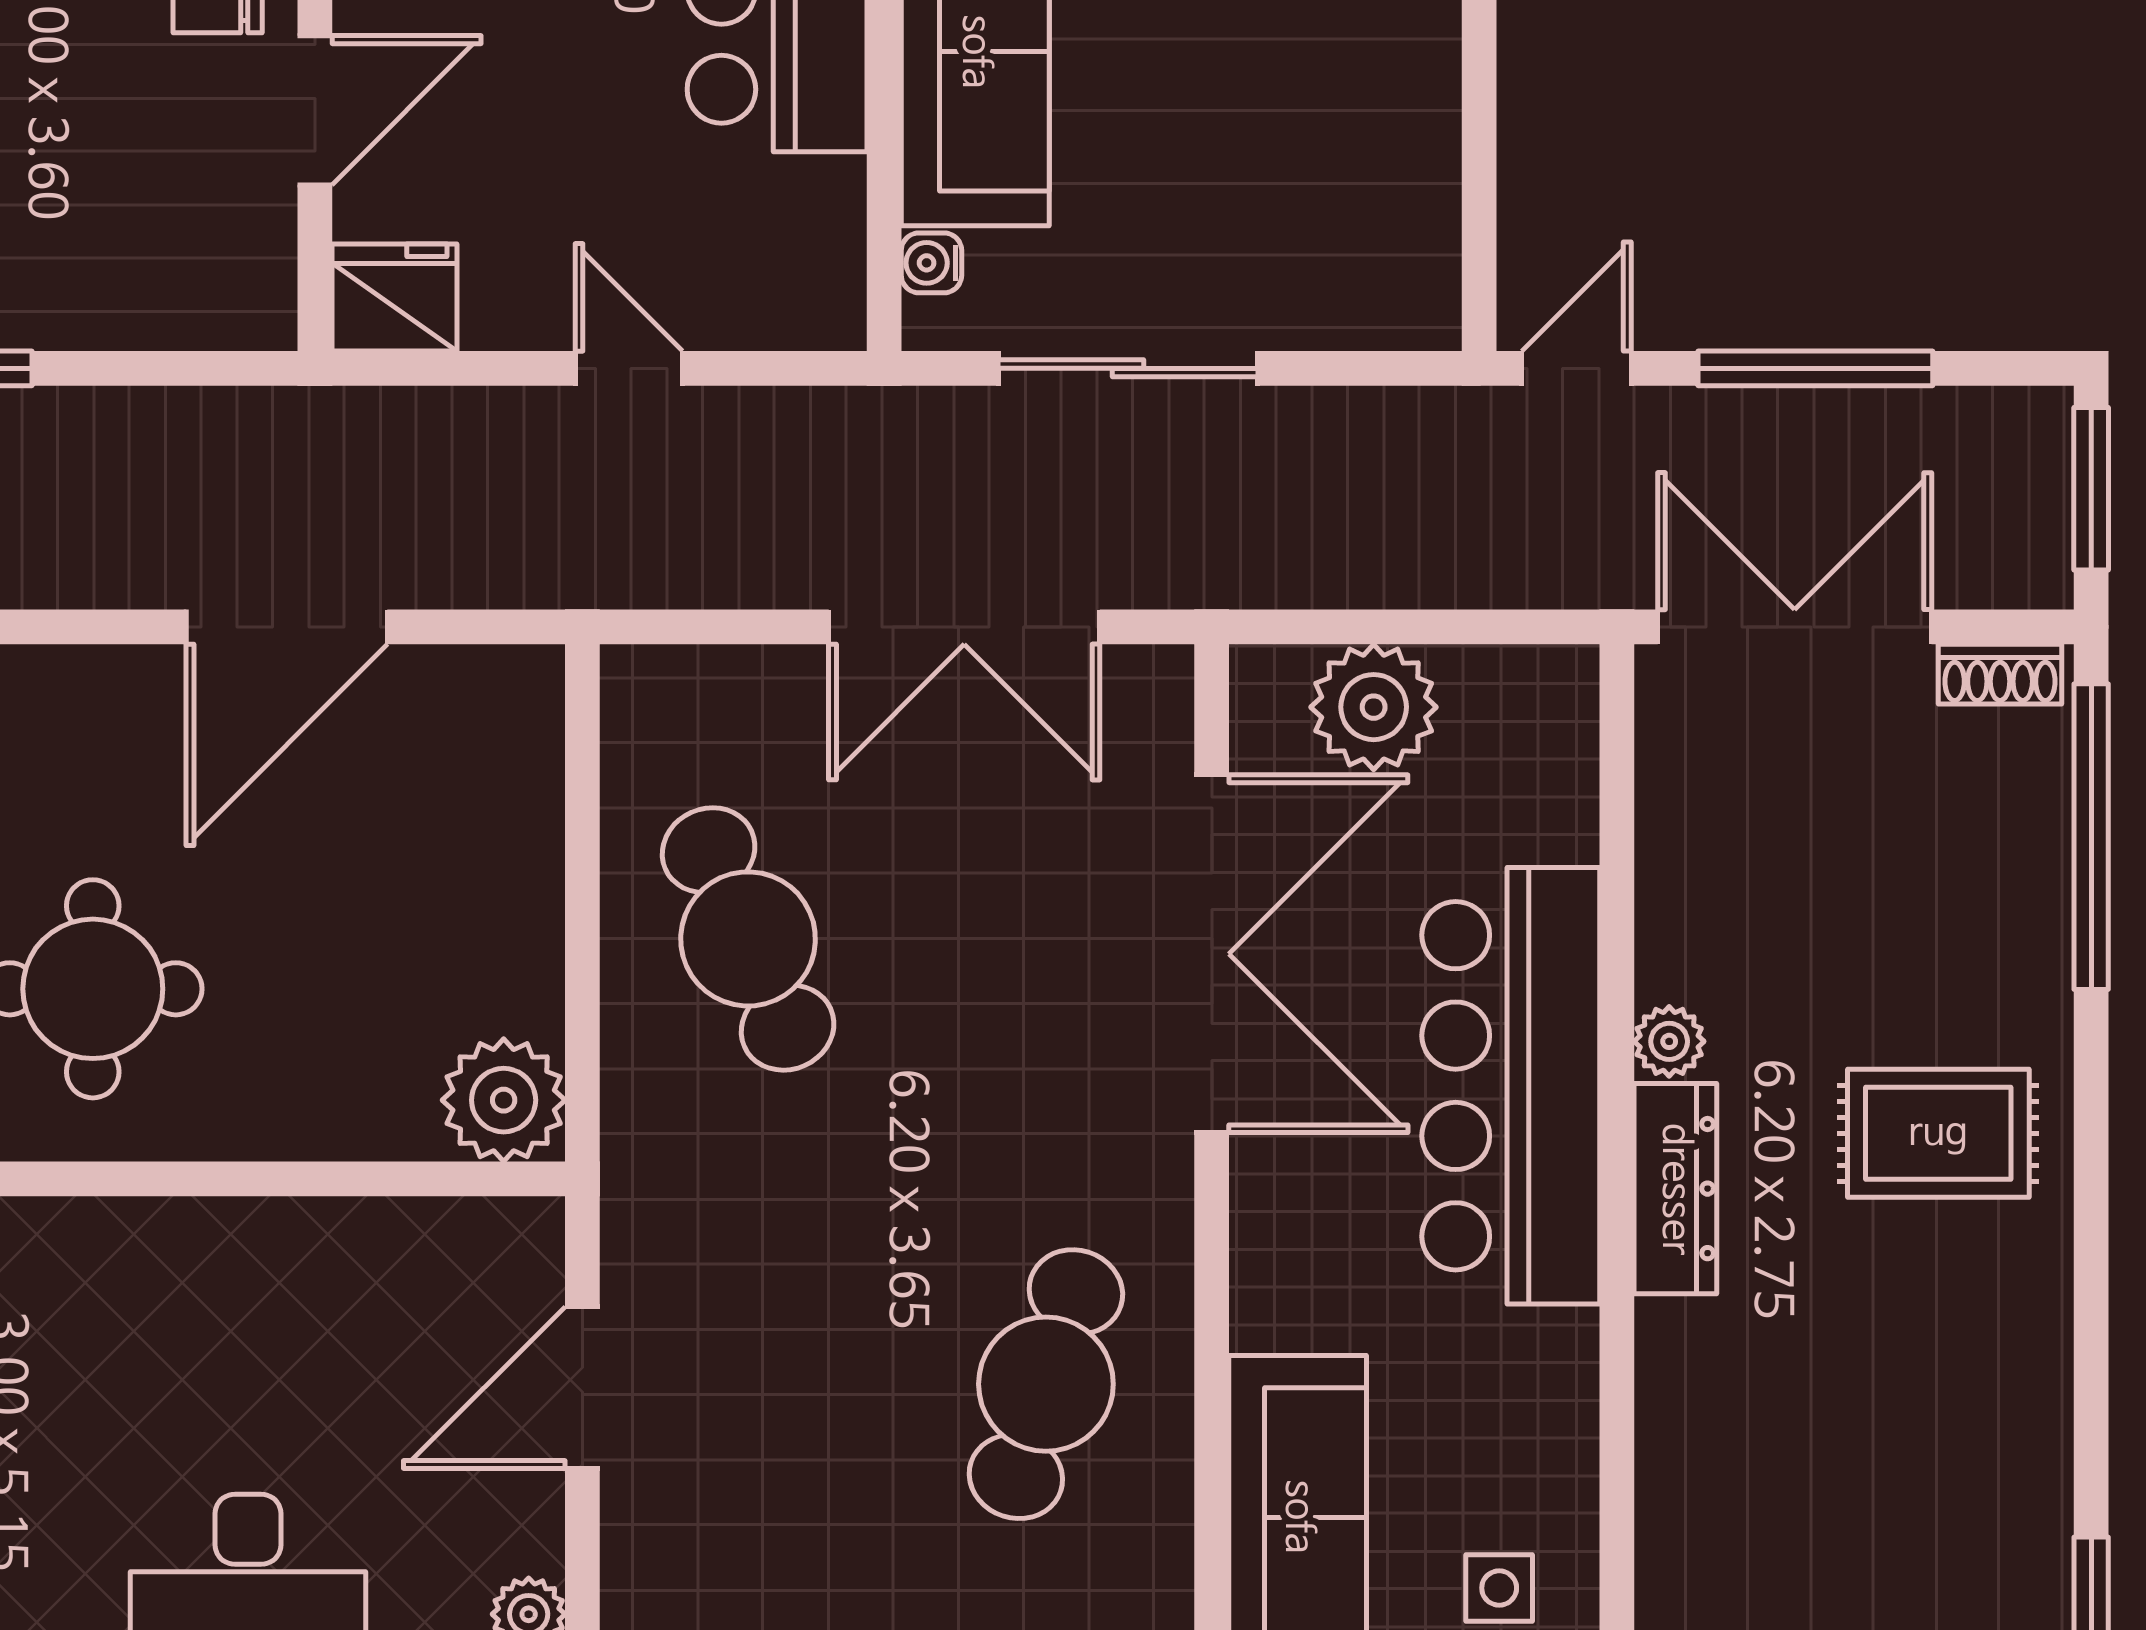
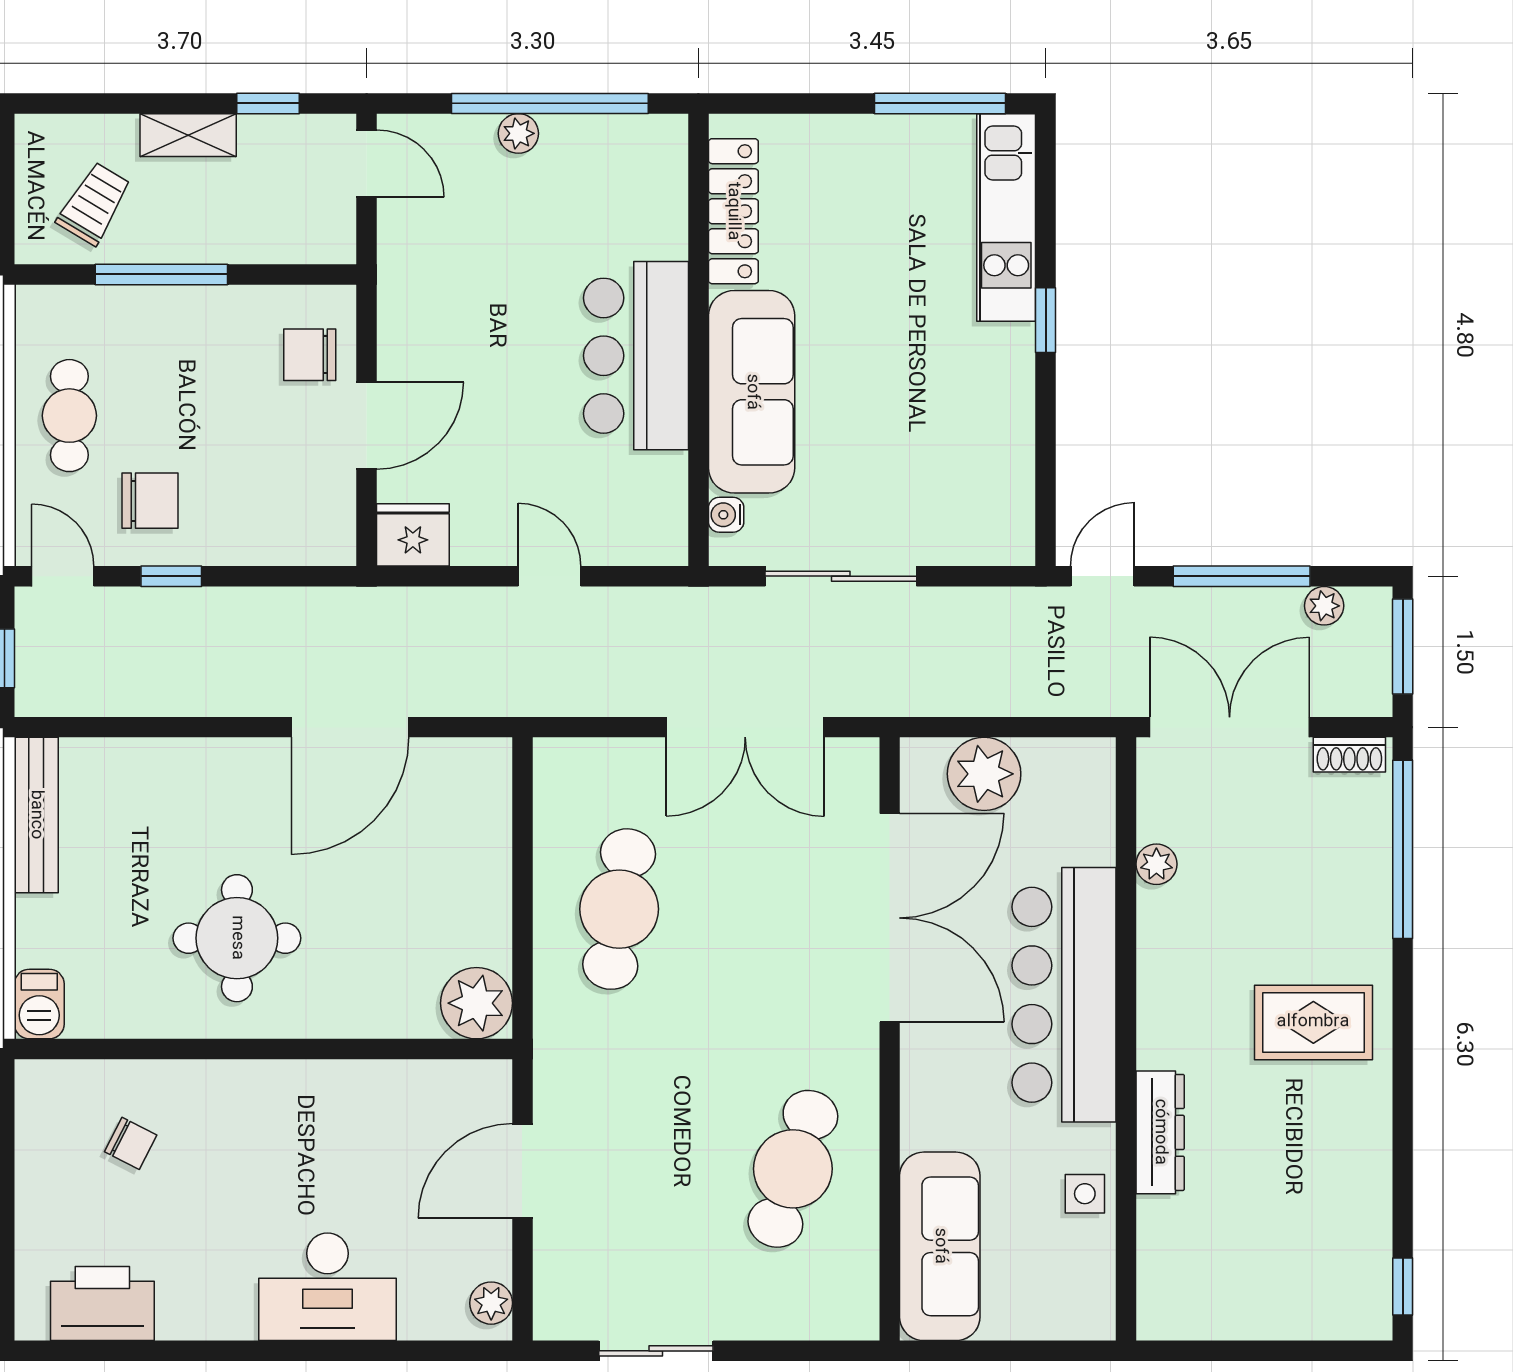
plant: (1957, 419) -> (1324, 606), added
cafe table: (748, 939) -> (619, 909), turned 33
plant: (1669, 1041) -> (1156, 864), moved
dresser: (1675, 1189) -> (1160, 1132), moved
side table: (1499, 1588) -> (1085, 1194), moved

